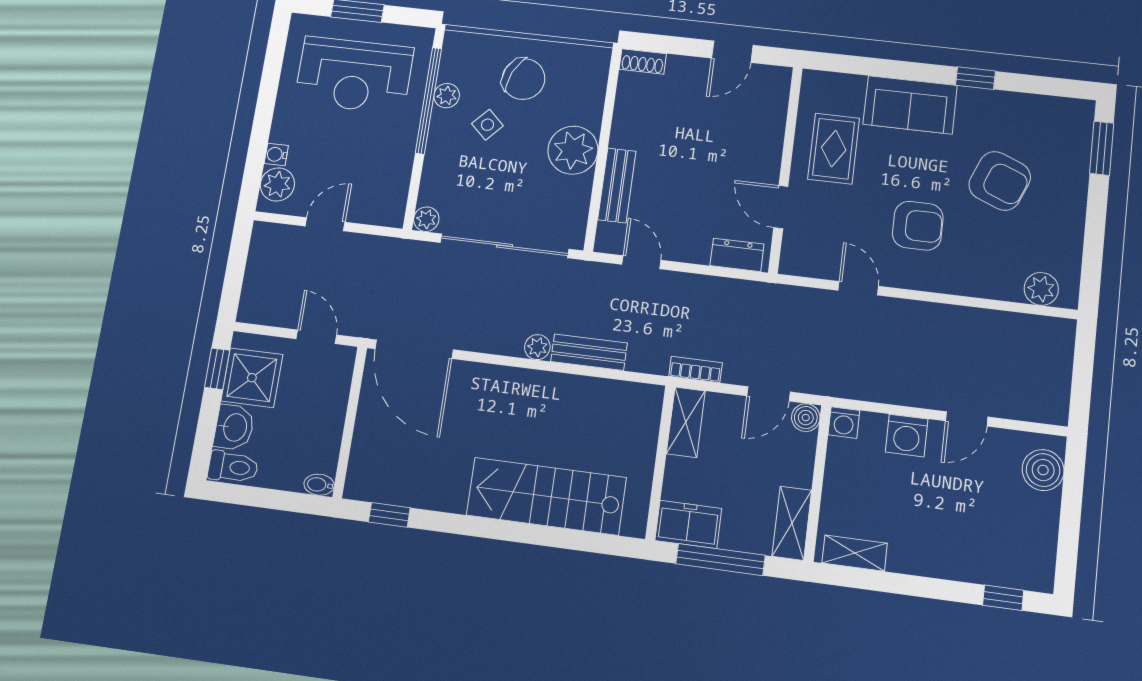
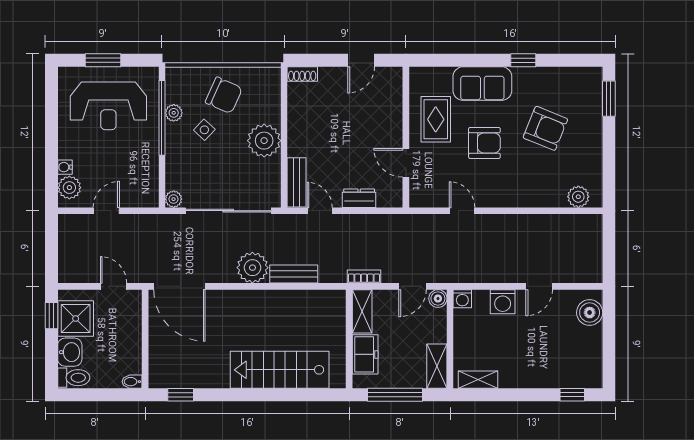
bench: (617, 185) -> (297, 182), moved
armchair: (918, 226) -> (484, 143), moved
dresser: (737, 255) -> (359, 198), moved
plant: (537, 347) -> (252, 268), width x1.88, depth x1.88
freezer: (688, 524) -> (365, 354), moved, turned 90

